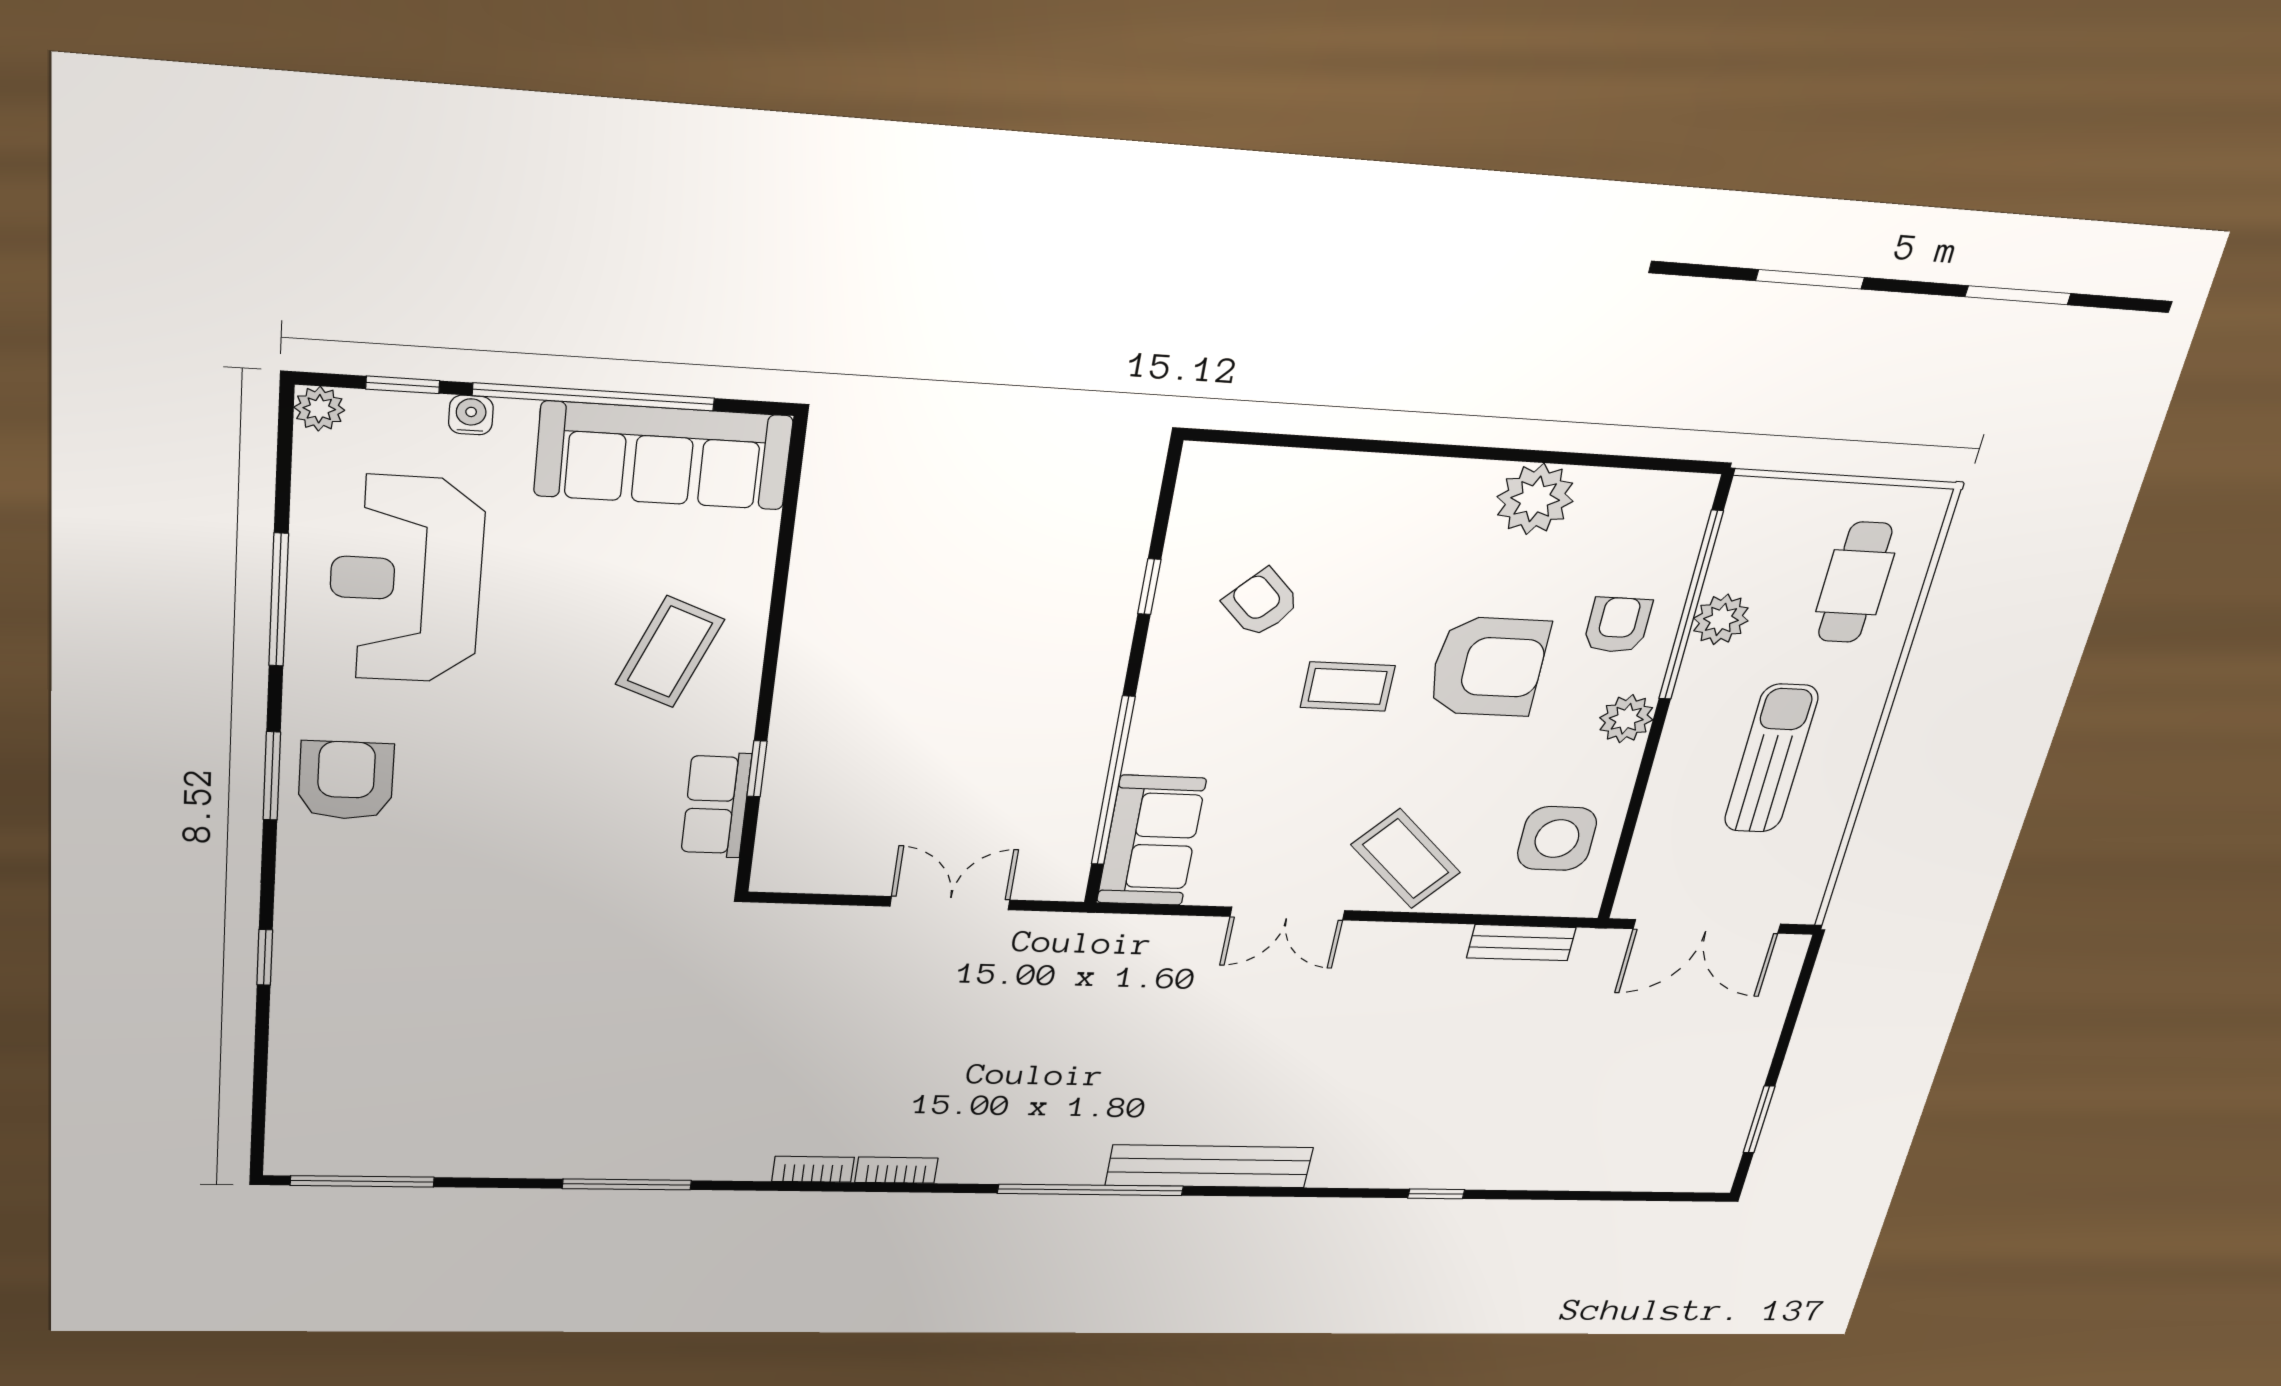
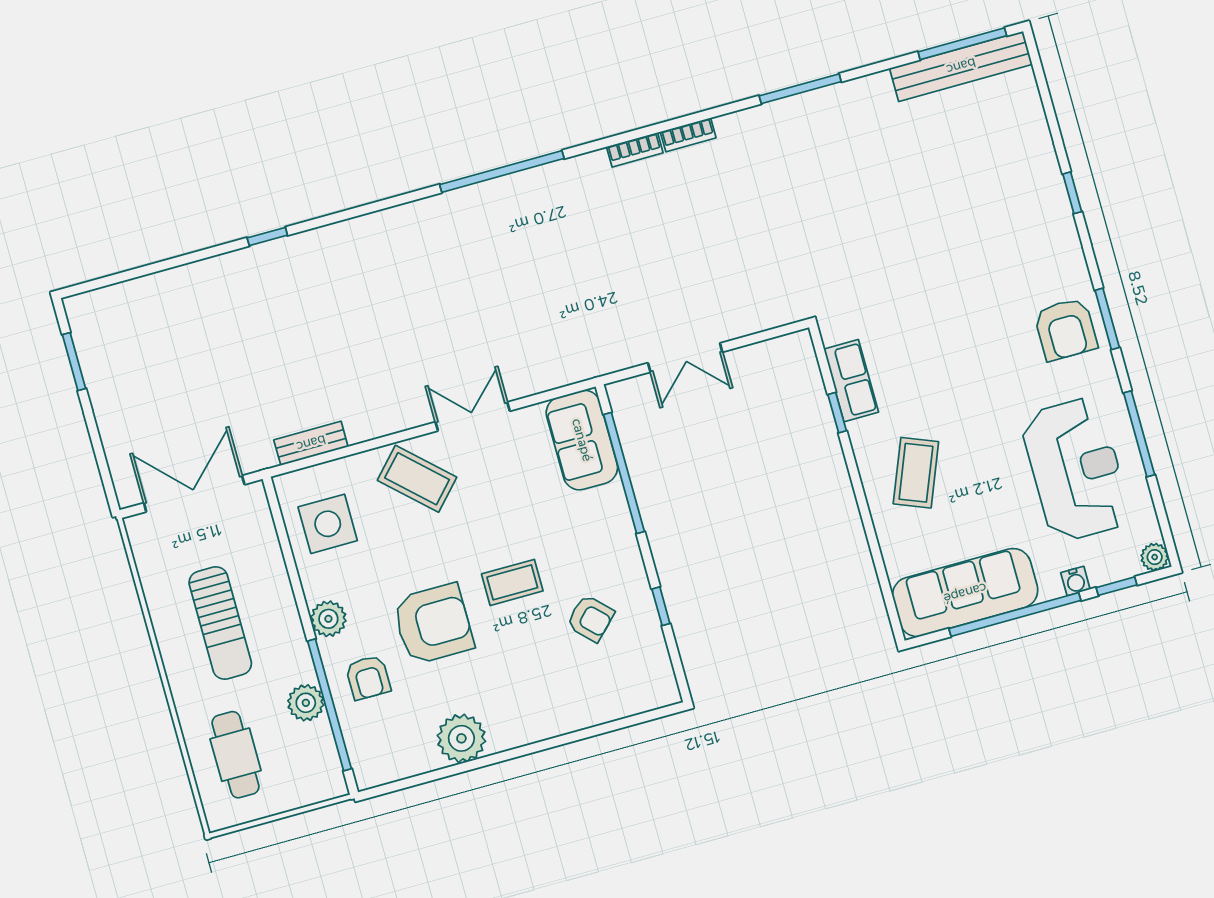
armchair: (1488, 667) -> (433, 624), turned 180
bench: (1209, 1166) -> (961, 66), moved

